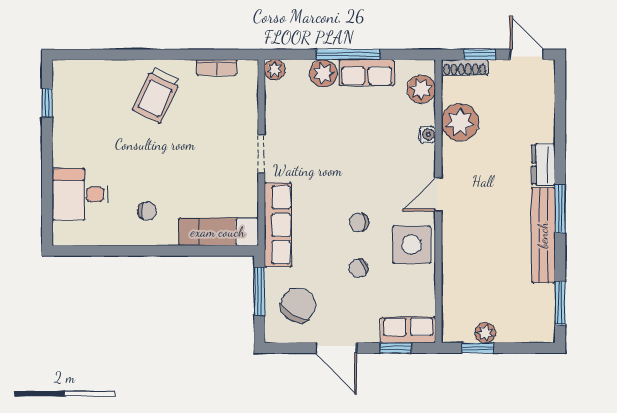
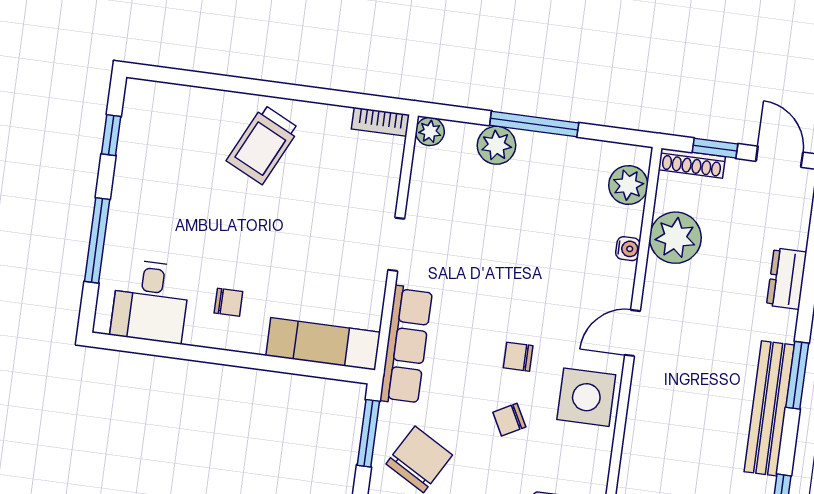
bookcase: (217, 68) -> (380, 122), moved
row of seats: (367, 73) -> (556, 152), removed
dresser: (543, 165) -> (787, 279), moved
window: (47, 179) -> (97, 240), added
desk: (80, 194) -> (150, 301), moved, turned -90

